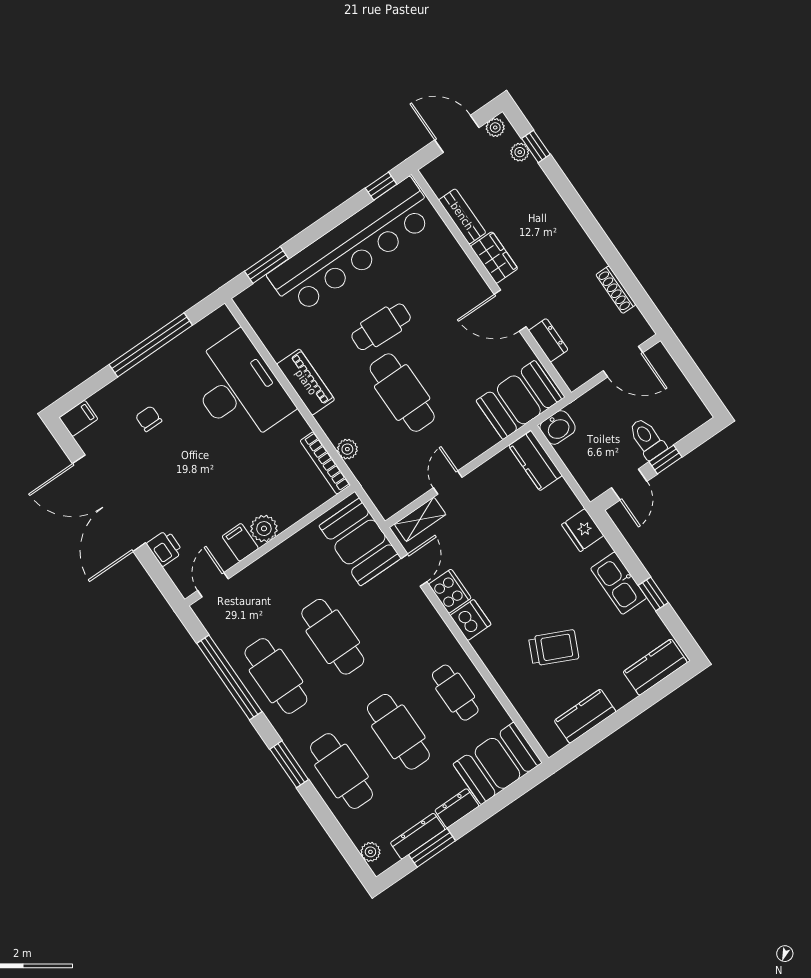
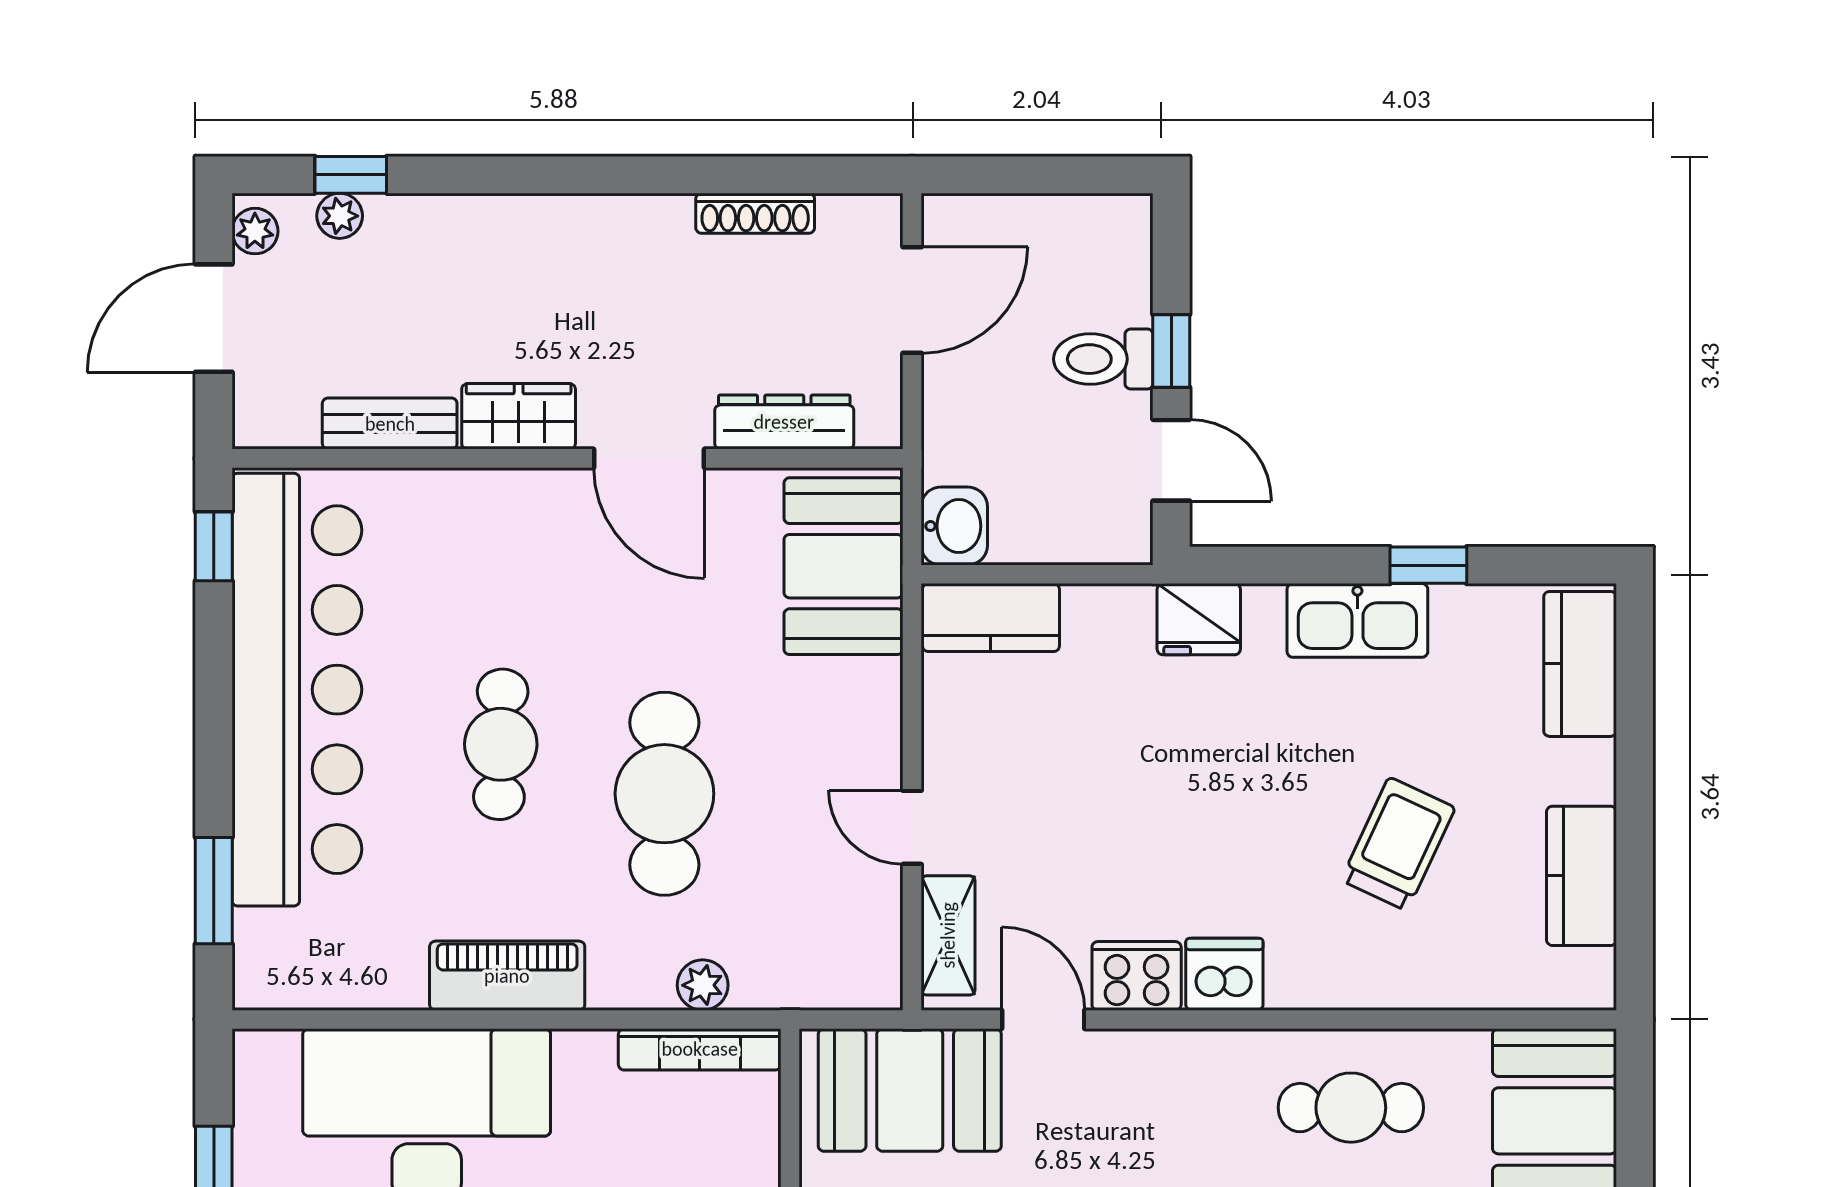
door: (510, 311) -> (649, 458), hinge flipped
dresser: (548, 340) -> (784, 422), width x1.44
cafe table: (402, 393) -> (664, 794), turned 90

